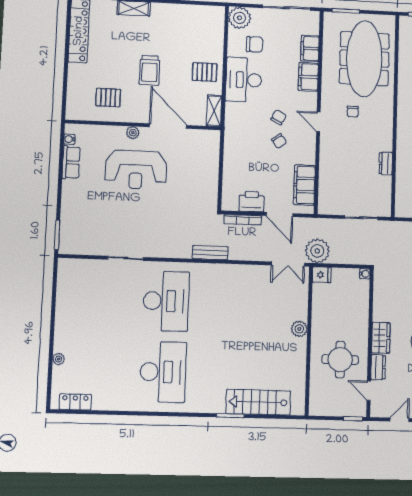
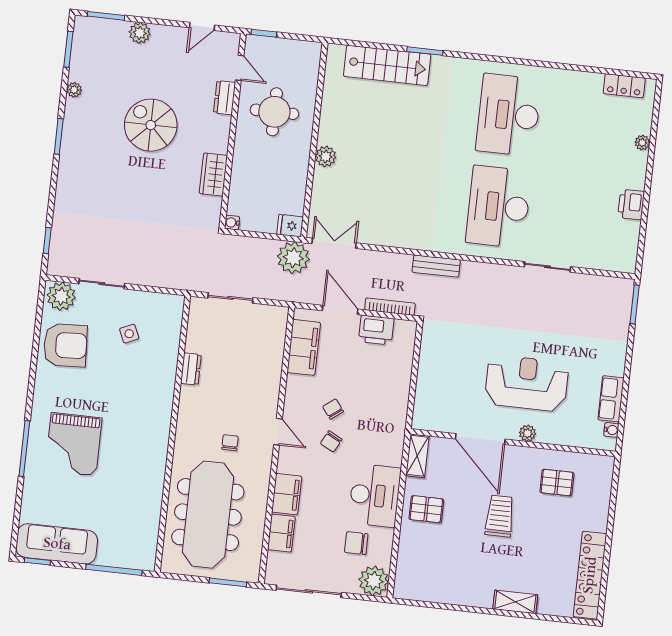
printer: (64, 311) -> (631, 205), added
wardrobe: (381, 338) -> (213, 174), moved

